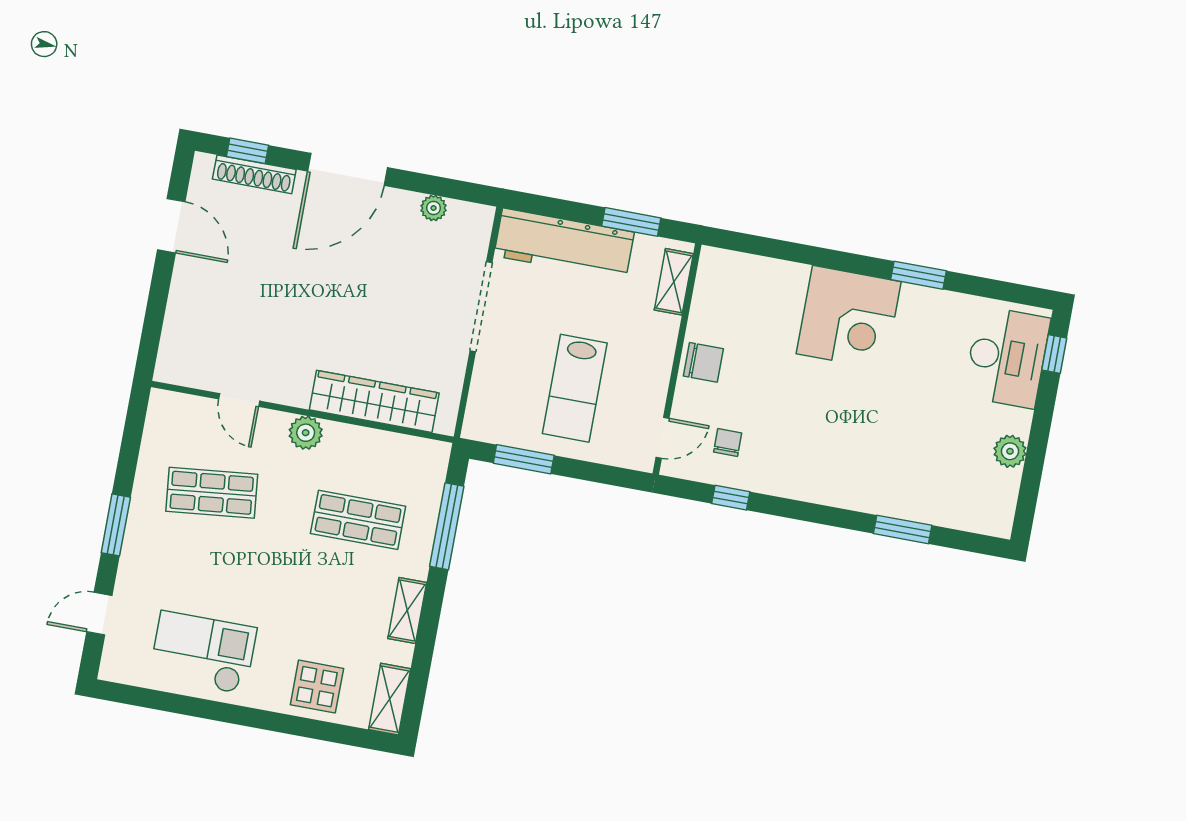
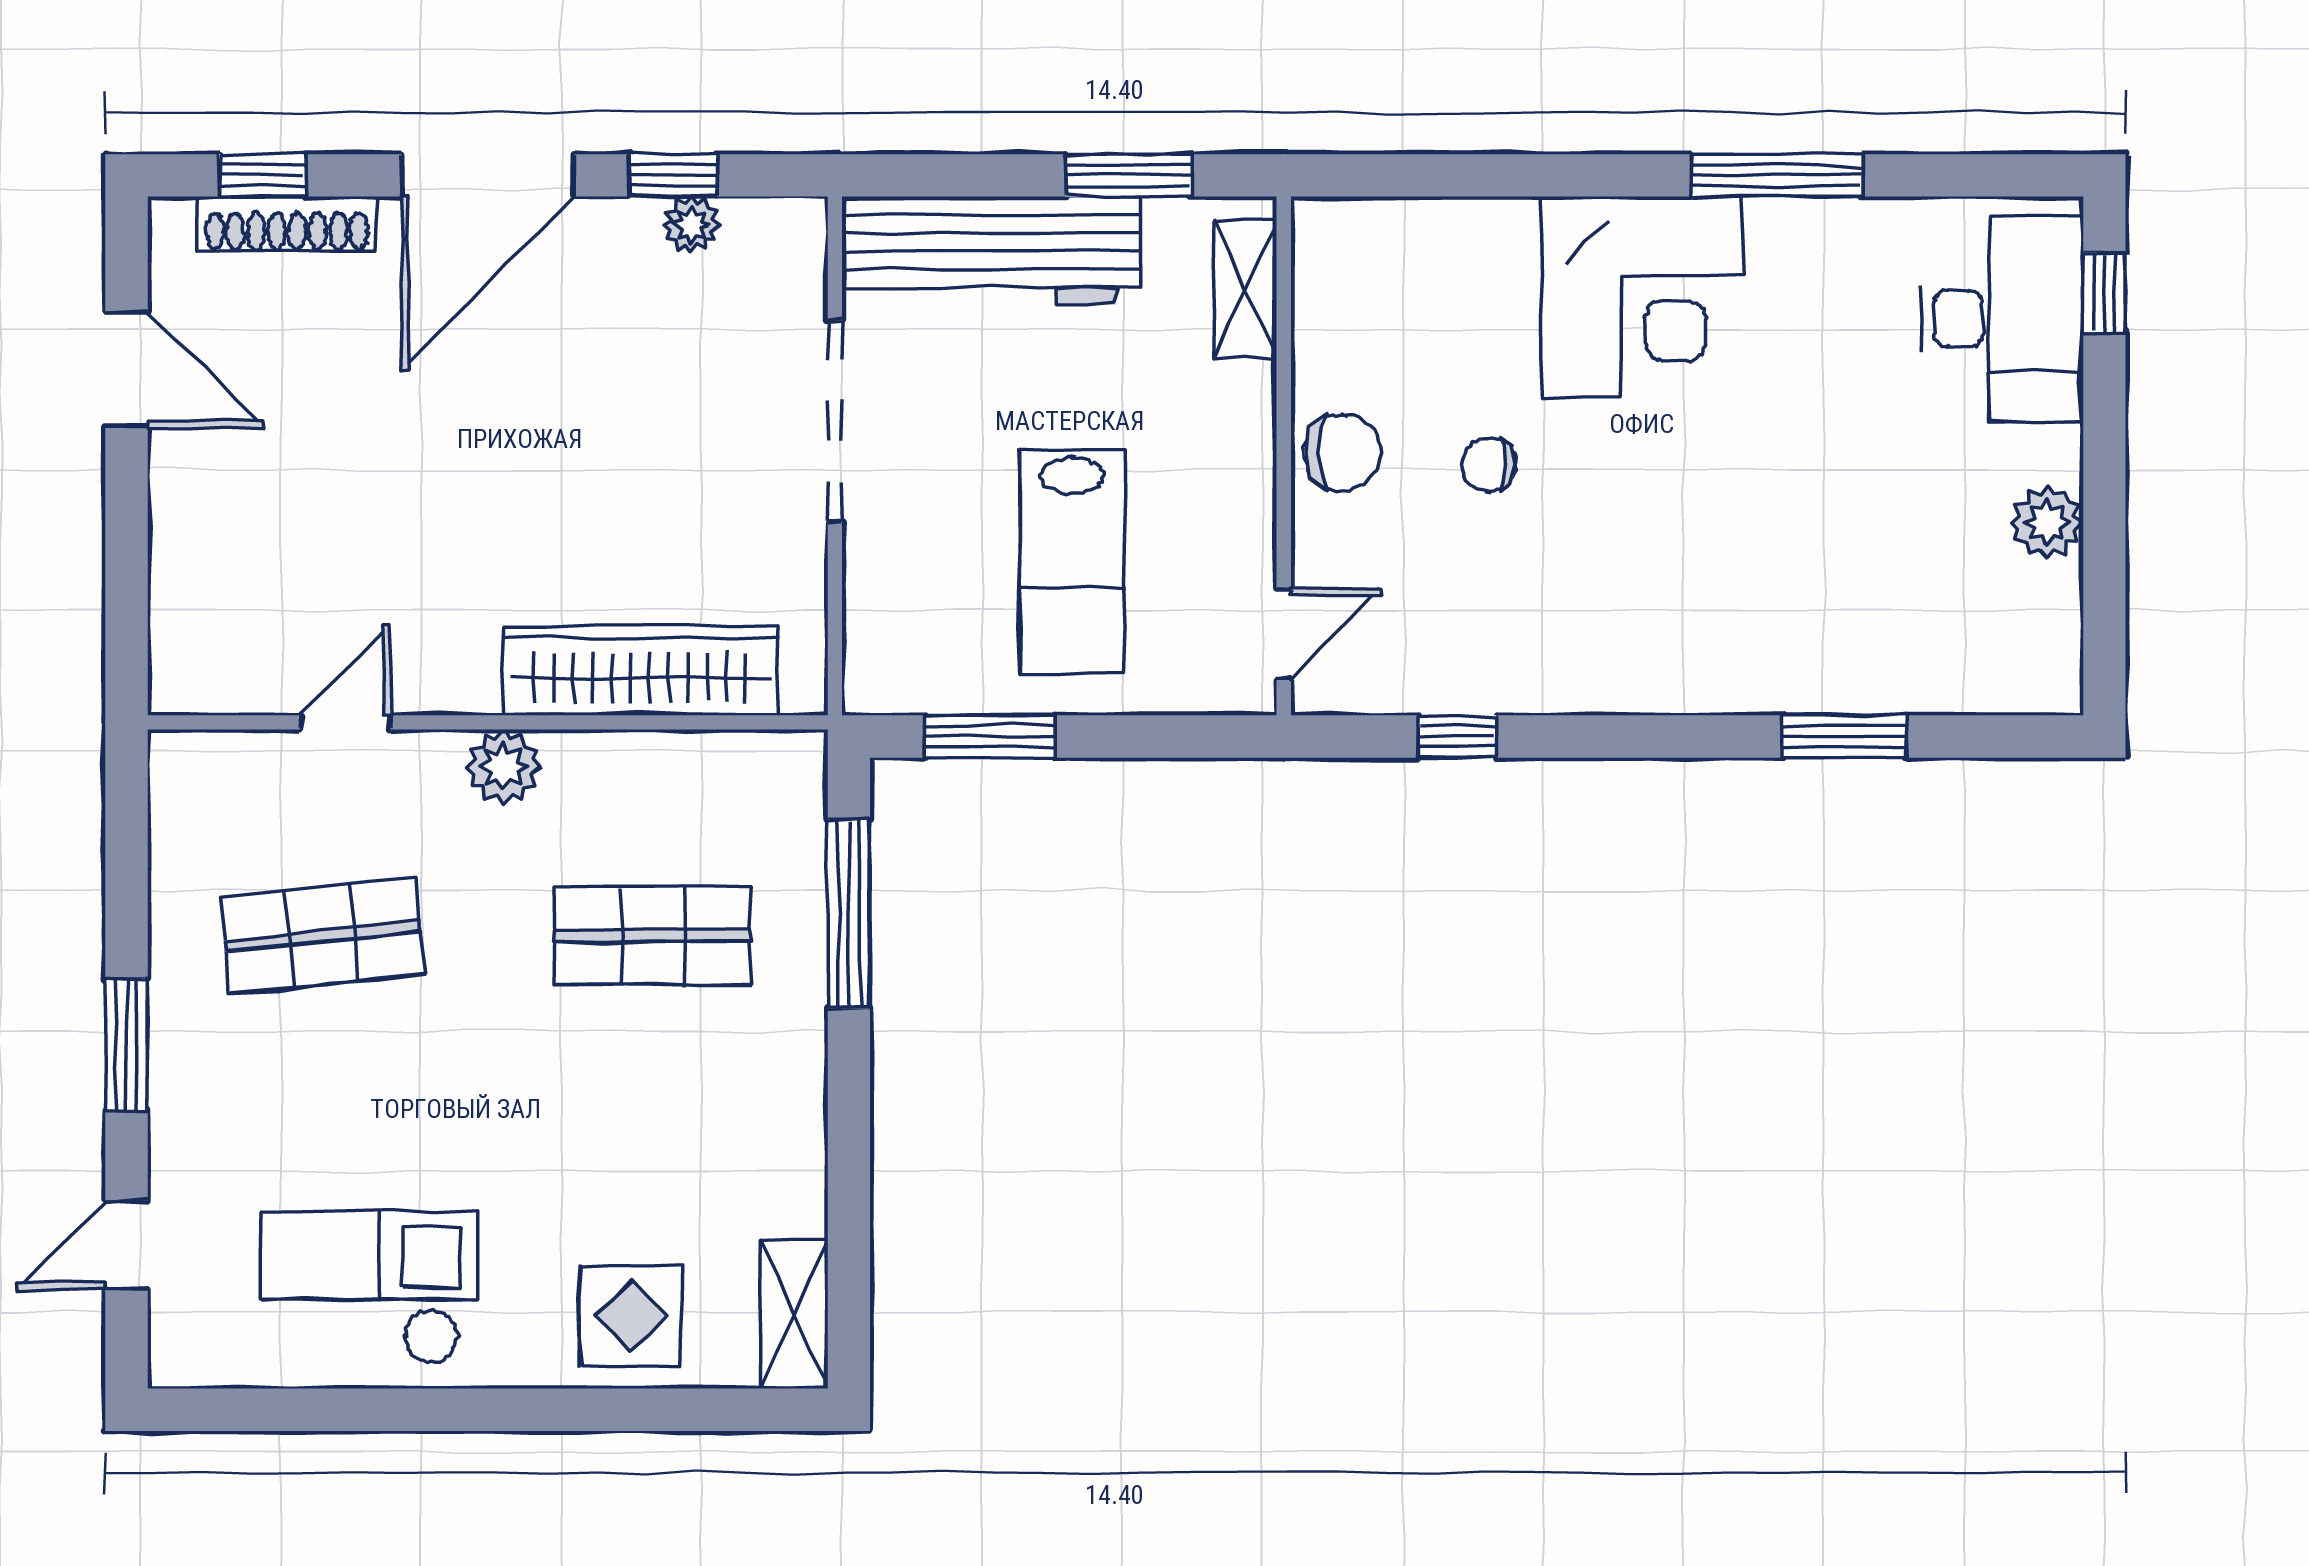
window: (430, 185) -> (674, 175), added
window: (918, 275) -> (1776, 175), width x1.44
door: (239, 400) -> (345, 722), swing flipped
chair: (728, 442) -> (1489, 465), moved, turned -90
shelving: (407, 610) -> (797, 1113), removed

